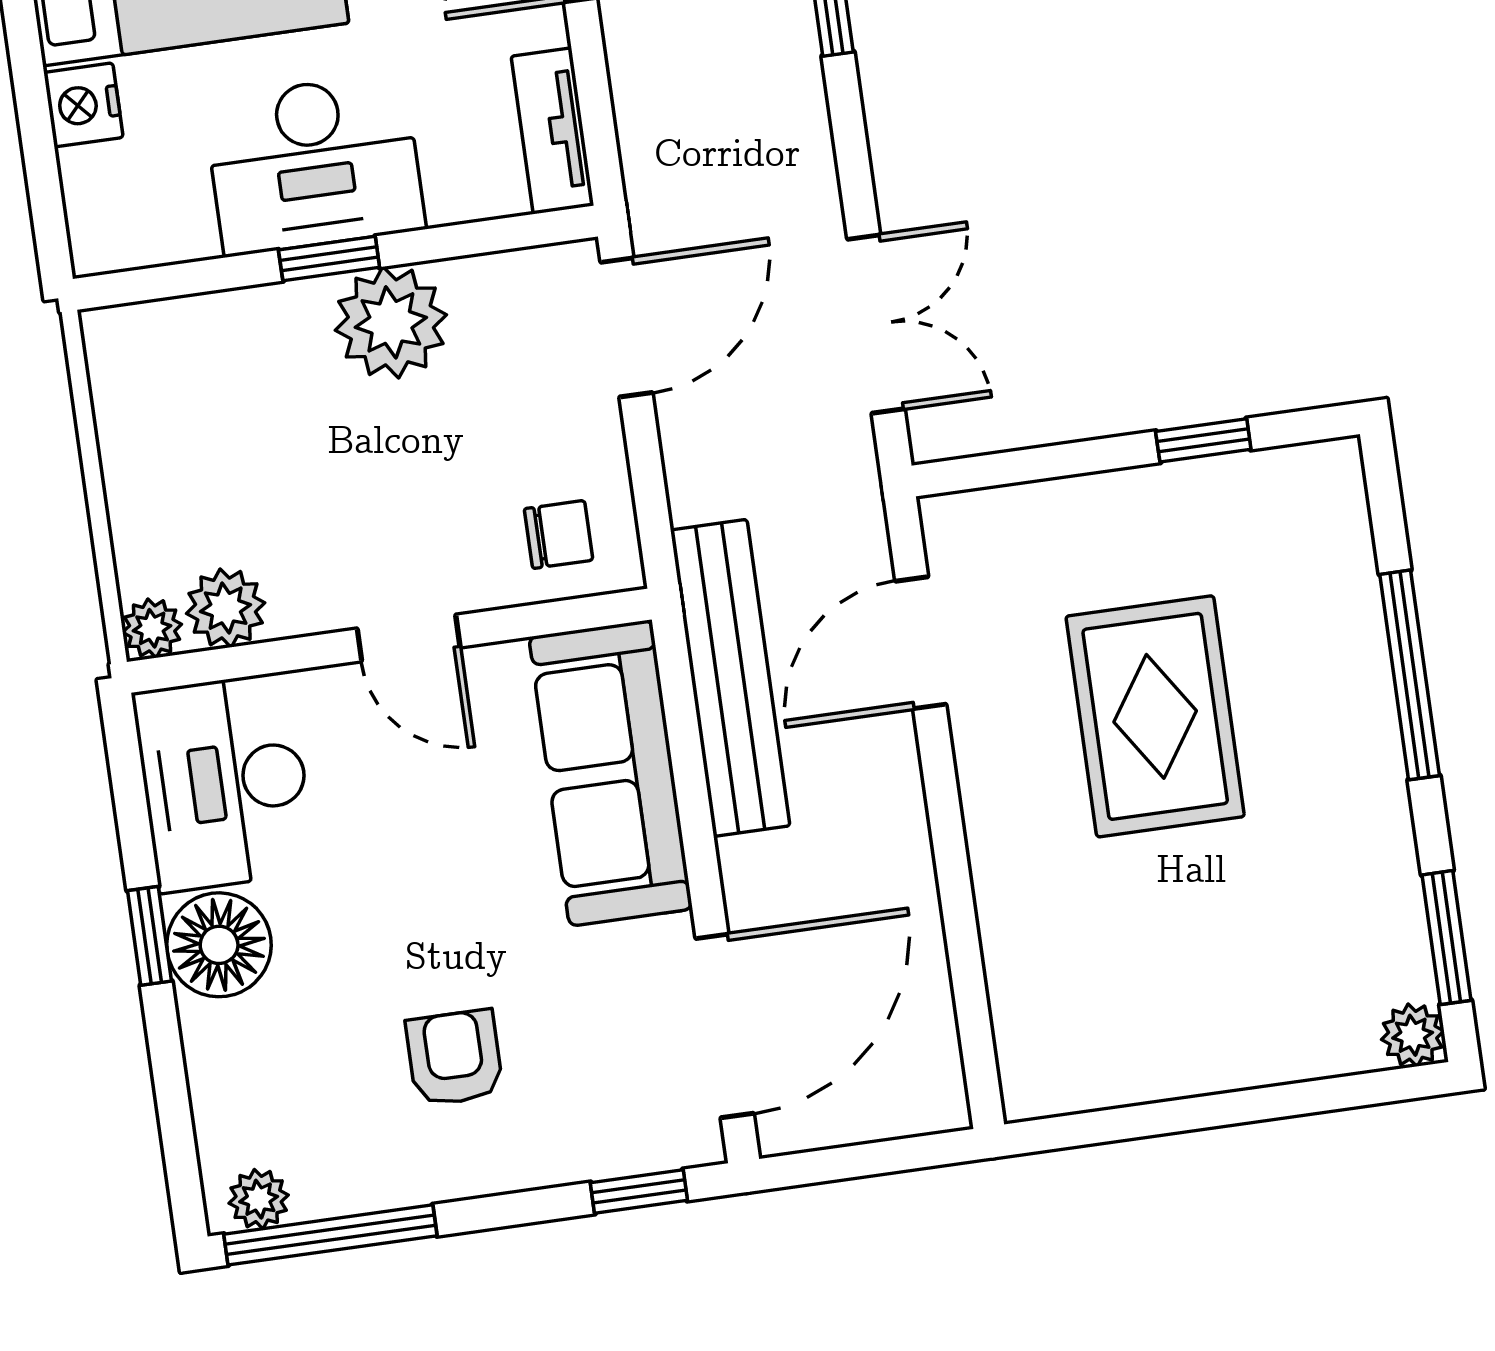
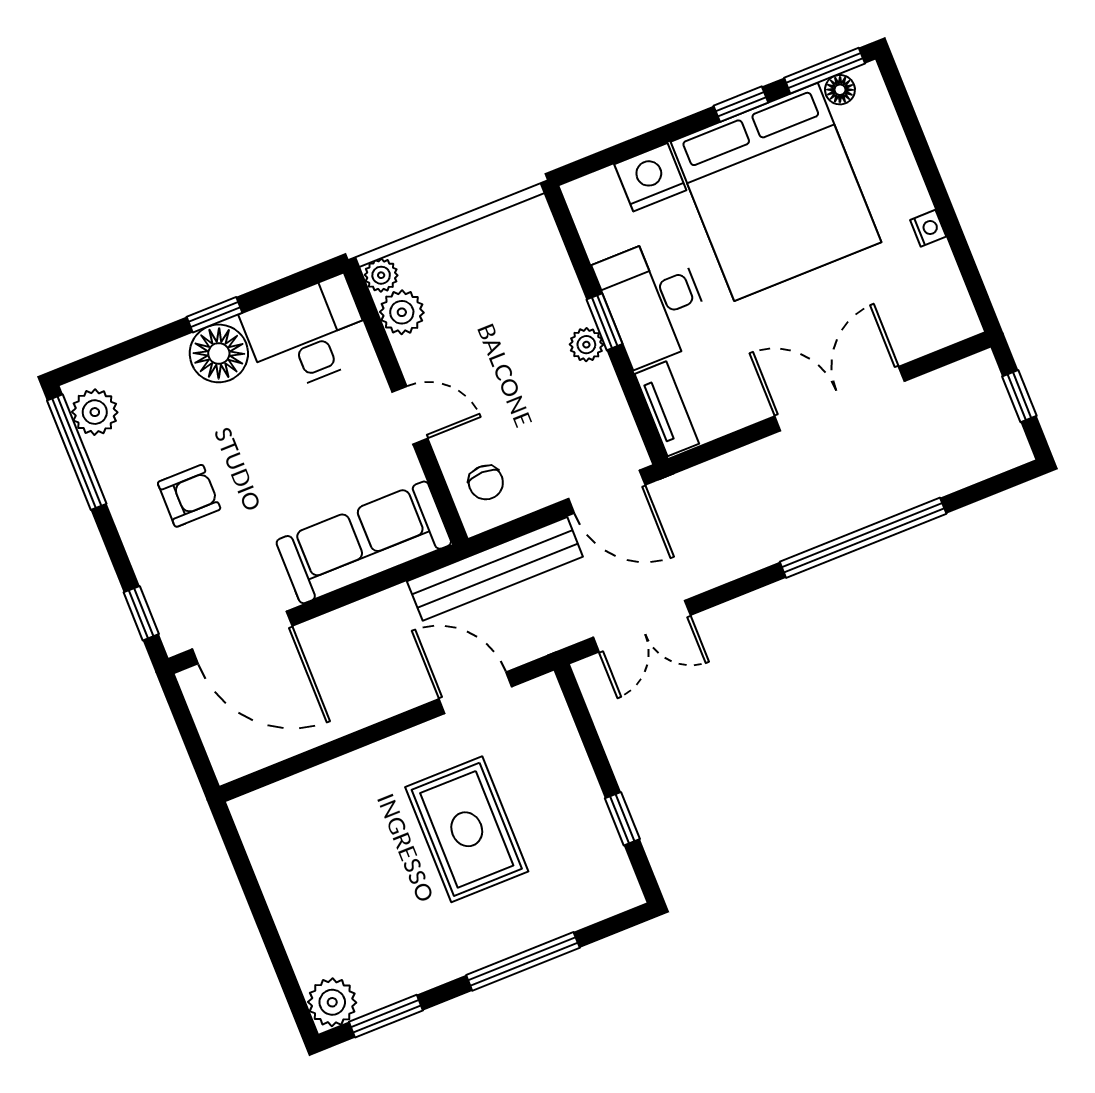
nightstand: (83, 105) -> (650, 177), width x1.36, depth x1.33
tv unit: (552, 131) -> (667, 409), moved, turned 90
plant: (391, 322) -> (586, 345), width x0.53, depth x0.53
door: (409, 638) -> (410, 415), swing flipped
bench: (730, 678) -> (495, 569), moved
rug: (1155, 716) -> (467, 829), turned 90
plant: (1413, 1035) -> (332, 1002), width x1.38, depth x1.38
plant: (259, 1199) -> (95, 412), width x1.38, depth x1.38

